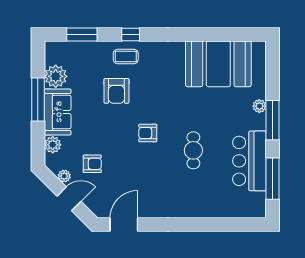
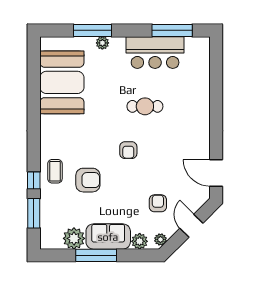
window: (131, 34) -> (34, 180), moved
window: (272, 120) -> (92, 30), moved
plant: (64, 176) -> (160, 239), moved

